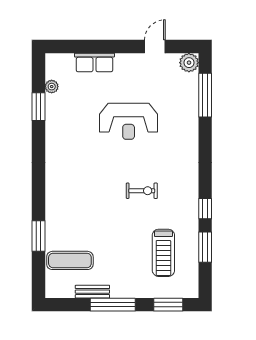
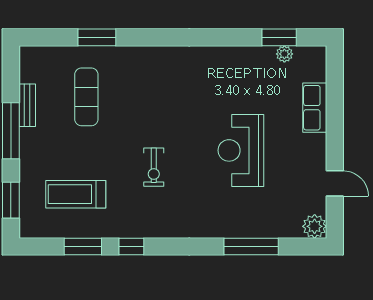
window: (205, 95) -> (251, 247), moved
window: (38, 107) -> (279, 37), moved
exercise mat: (70, 260) -> (86, 97), moved

